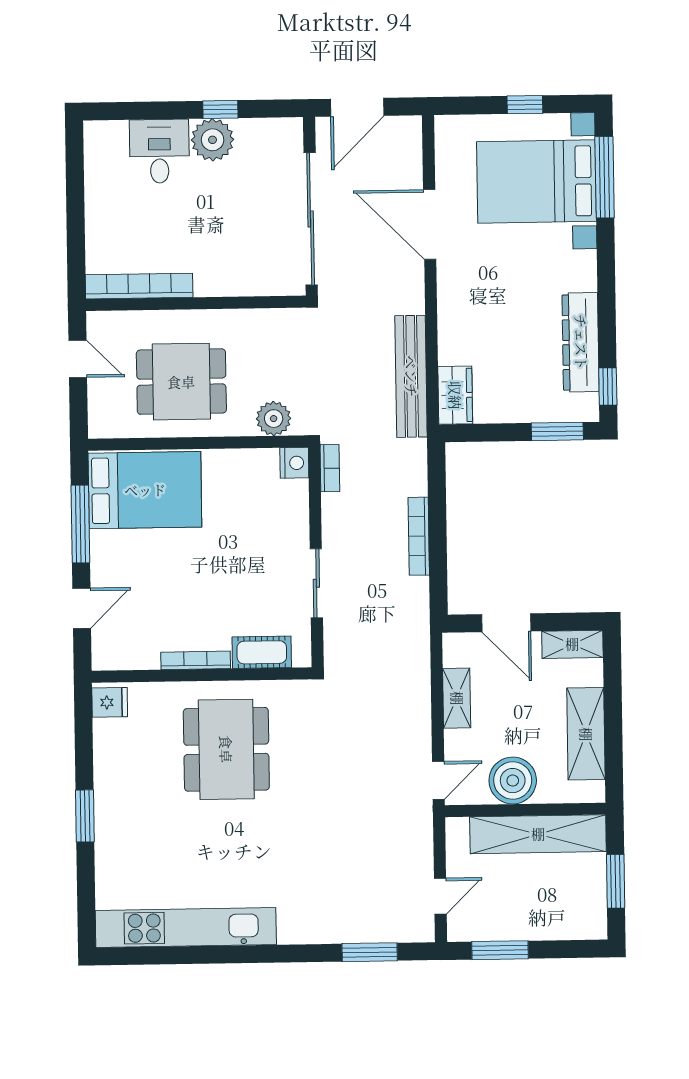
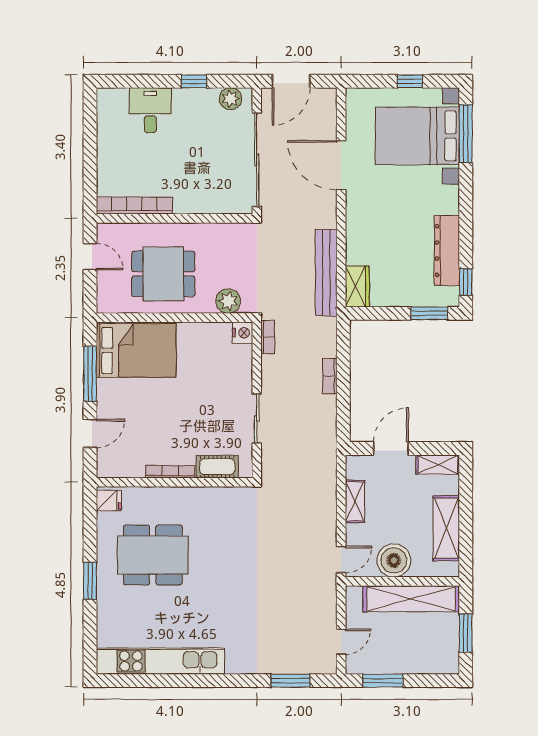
plant: (213, 140) -> (231, 99), moved, width x0.73, depth x0.73
bookcase: (419, 536) -> (330, 376), width x0.64
door: (506, 623) -> (391, 448), swing flipped
dining table: (226, 749) -> (153, 555), moved, turned 90

